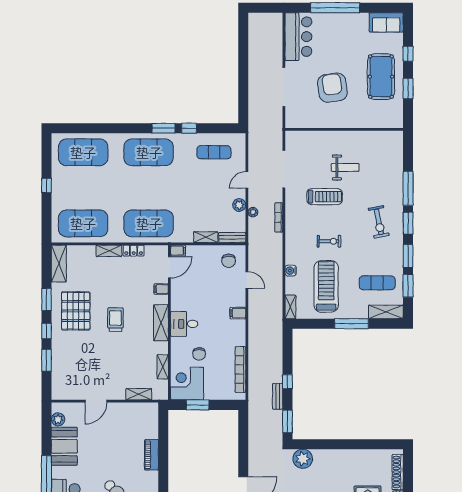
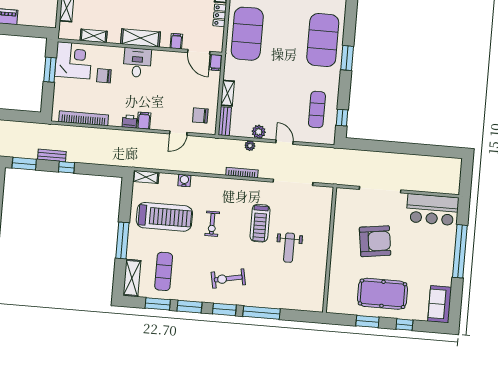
window: (189, 128) -> (342, 118), moved
printer: (240, 326) -> (130, 121), added

